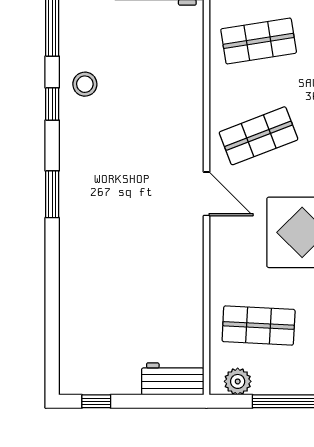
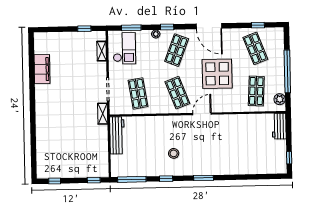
stool: (85, 84) -> (174, 153), moved

